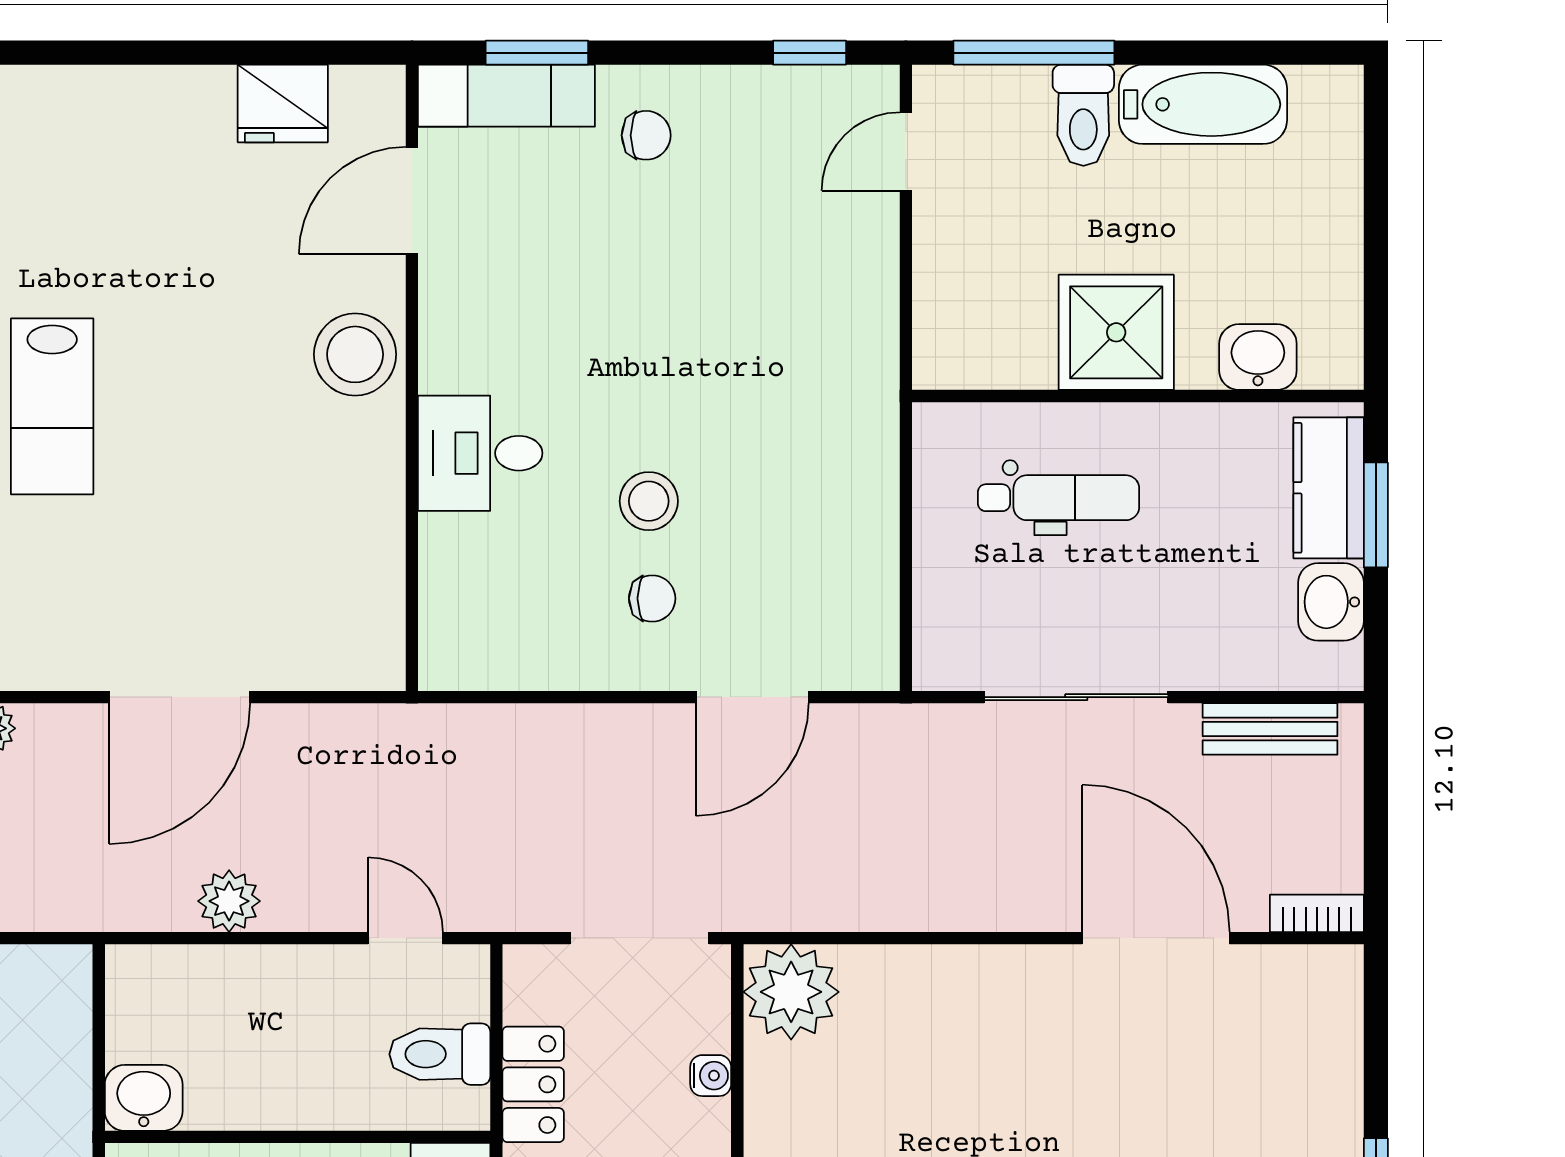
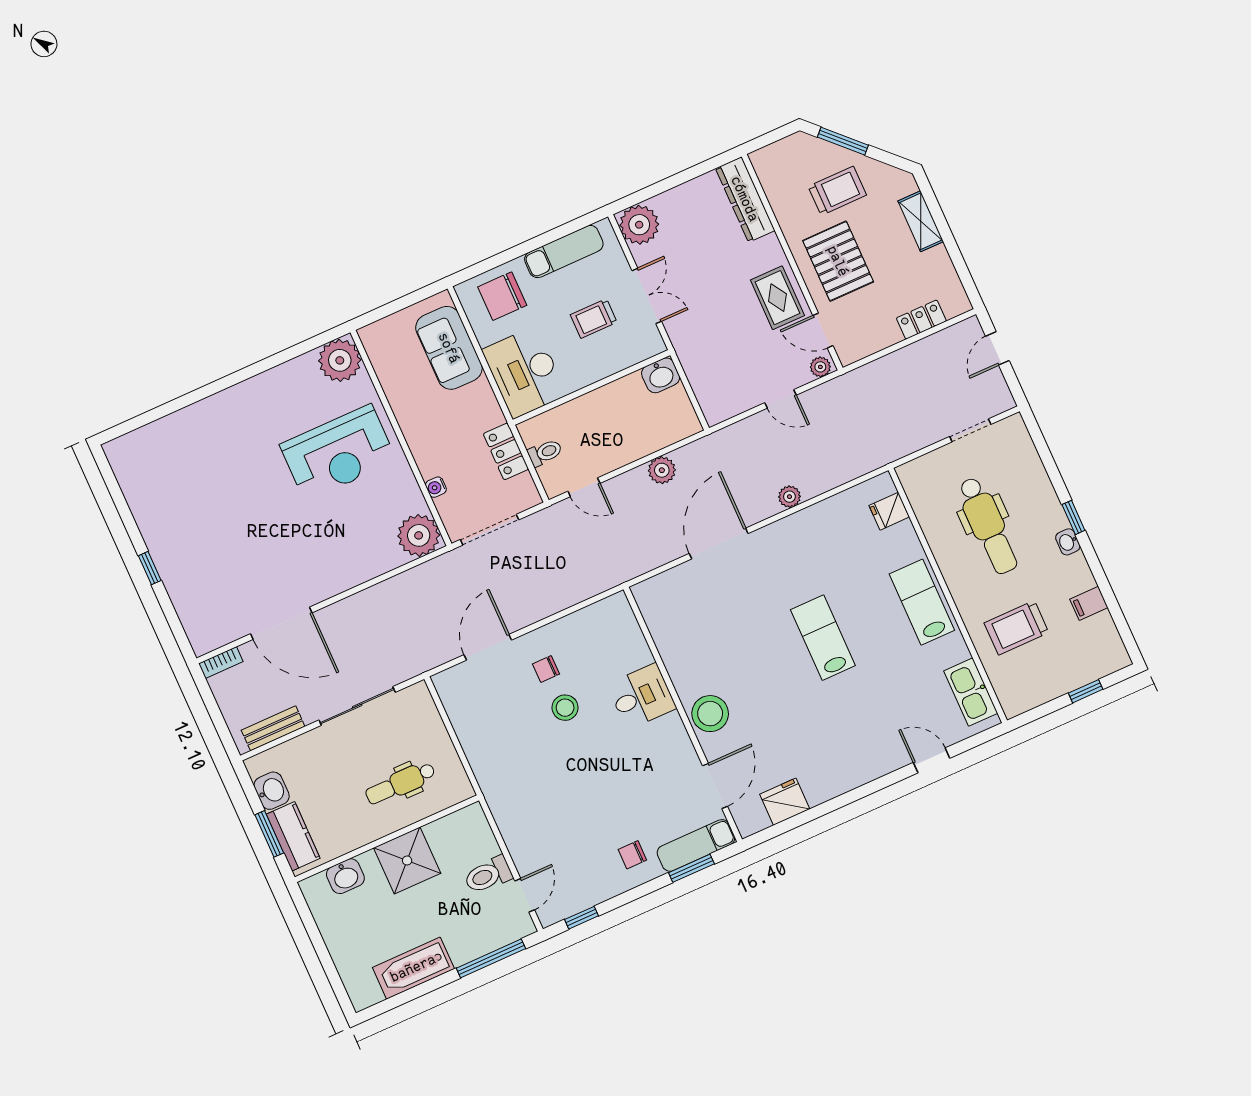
toilet: (1083, 115) -> (488, 875), moved, turned -90
toilet: (440, 1054) -> (545, 453), width x0.73, depth x0.72

